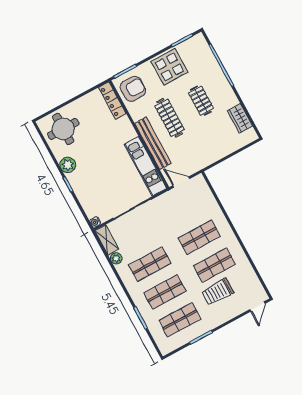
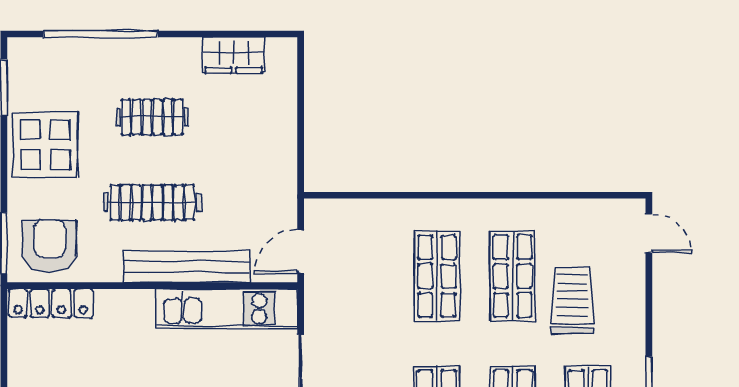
trolley: (218, 292) -> (572, 300), turned 180

